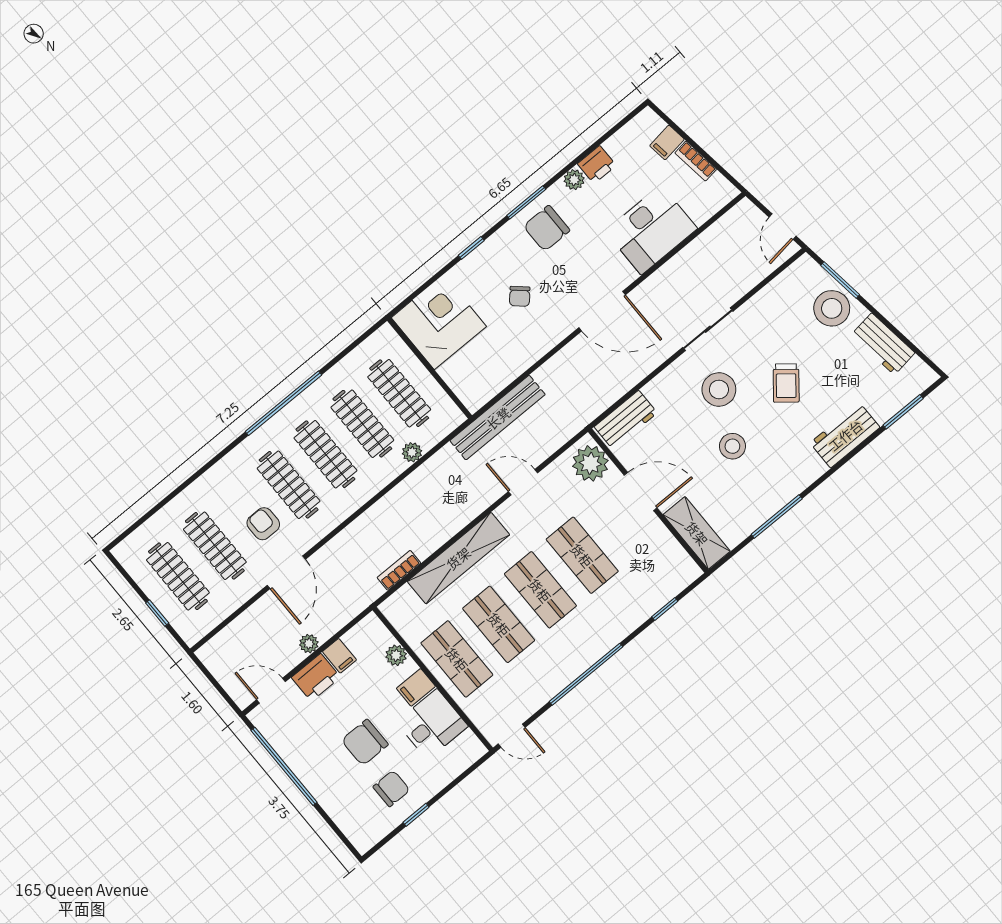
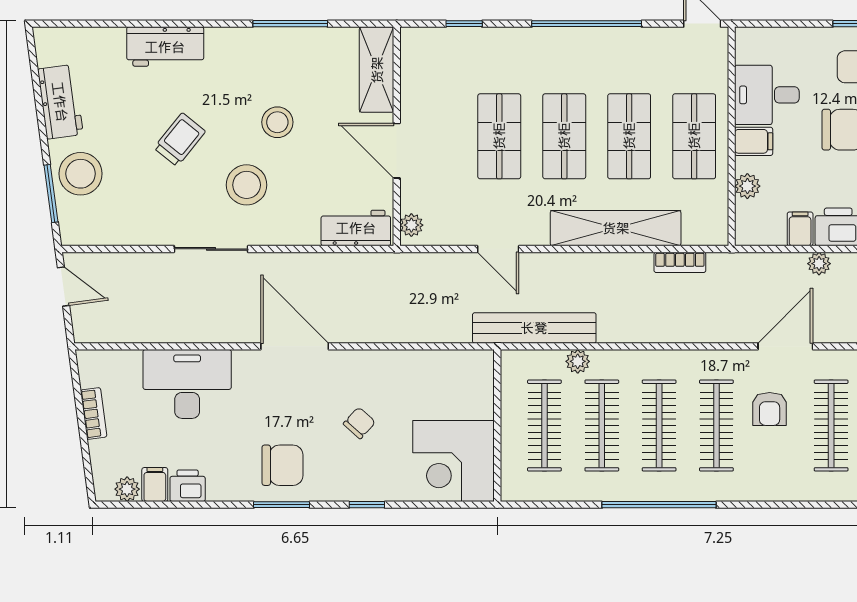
filing cabinet: (667, 142) -> (155, 485), moved, turned -82
plant: (574, 180) -> (127, 489), moved
door: (783, 227) -> (63, 287), hinge flipped
window: (903, 412) -> (94, 24), removed
bench: (498, 418) -> (534, 328), moved
plant: (590, 463) -> (411, 225), width x0.53, depth x0.53

